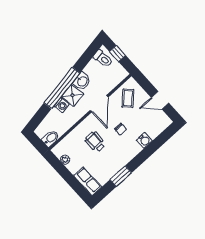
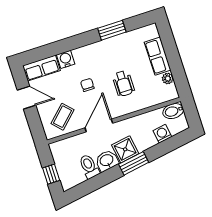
toilet: (103, 59) -> (89, 166), moved
window: (62, 88) -> (134, 163), width x0.47
washing machine: (62, 105) -> (162, 134), moved
row of seats: (159, 126) -> (41, 68), added
row of seats: (88, 181) -> (158, 56), moved

